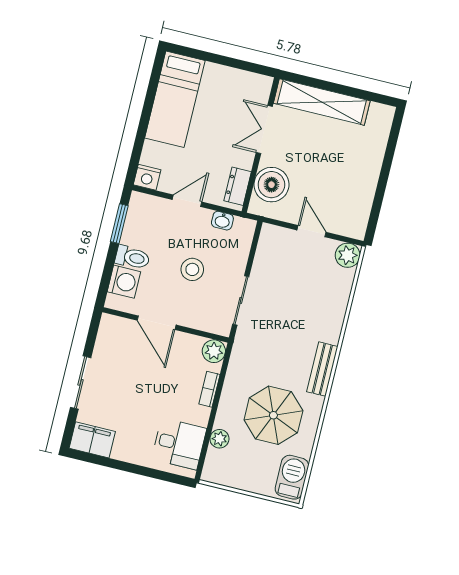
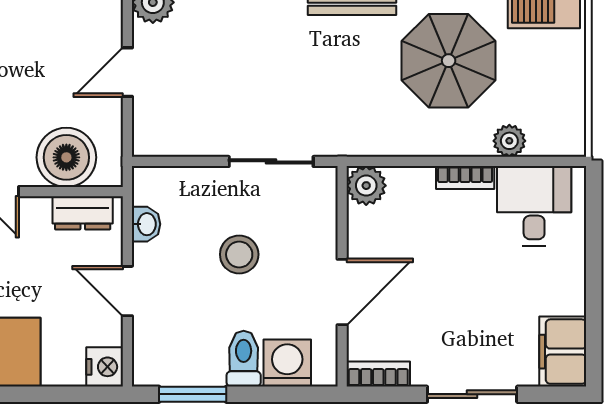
bookcase: (105, 332) -> (378, 374), added
bookcase: (209, 389) -> (465, 178), moved

